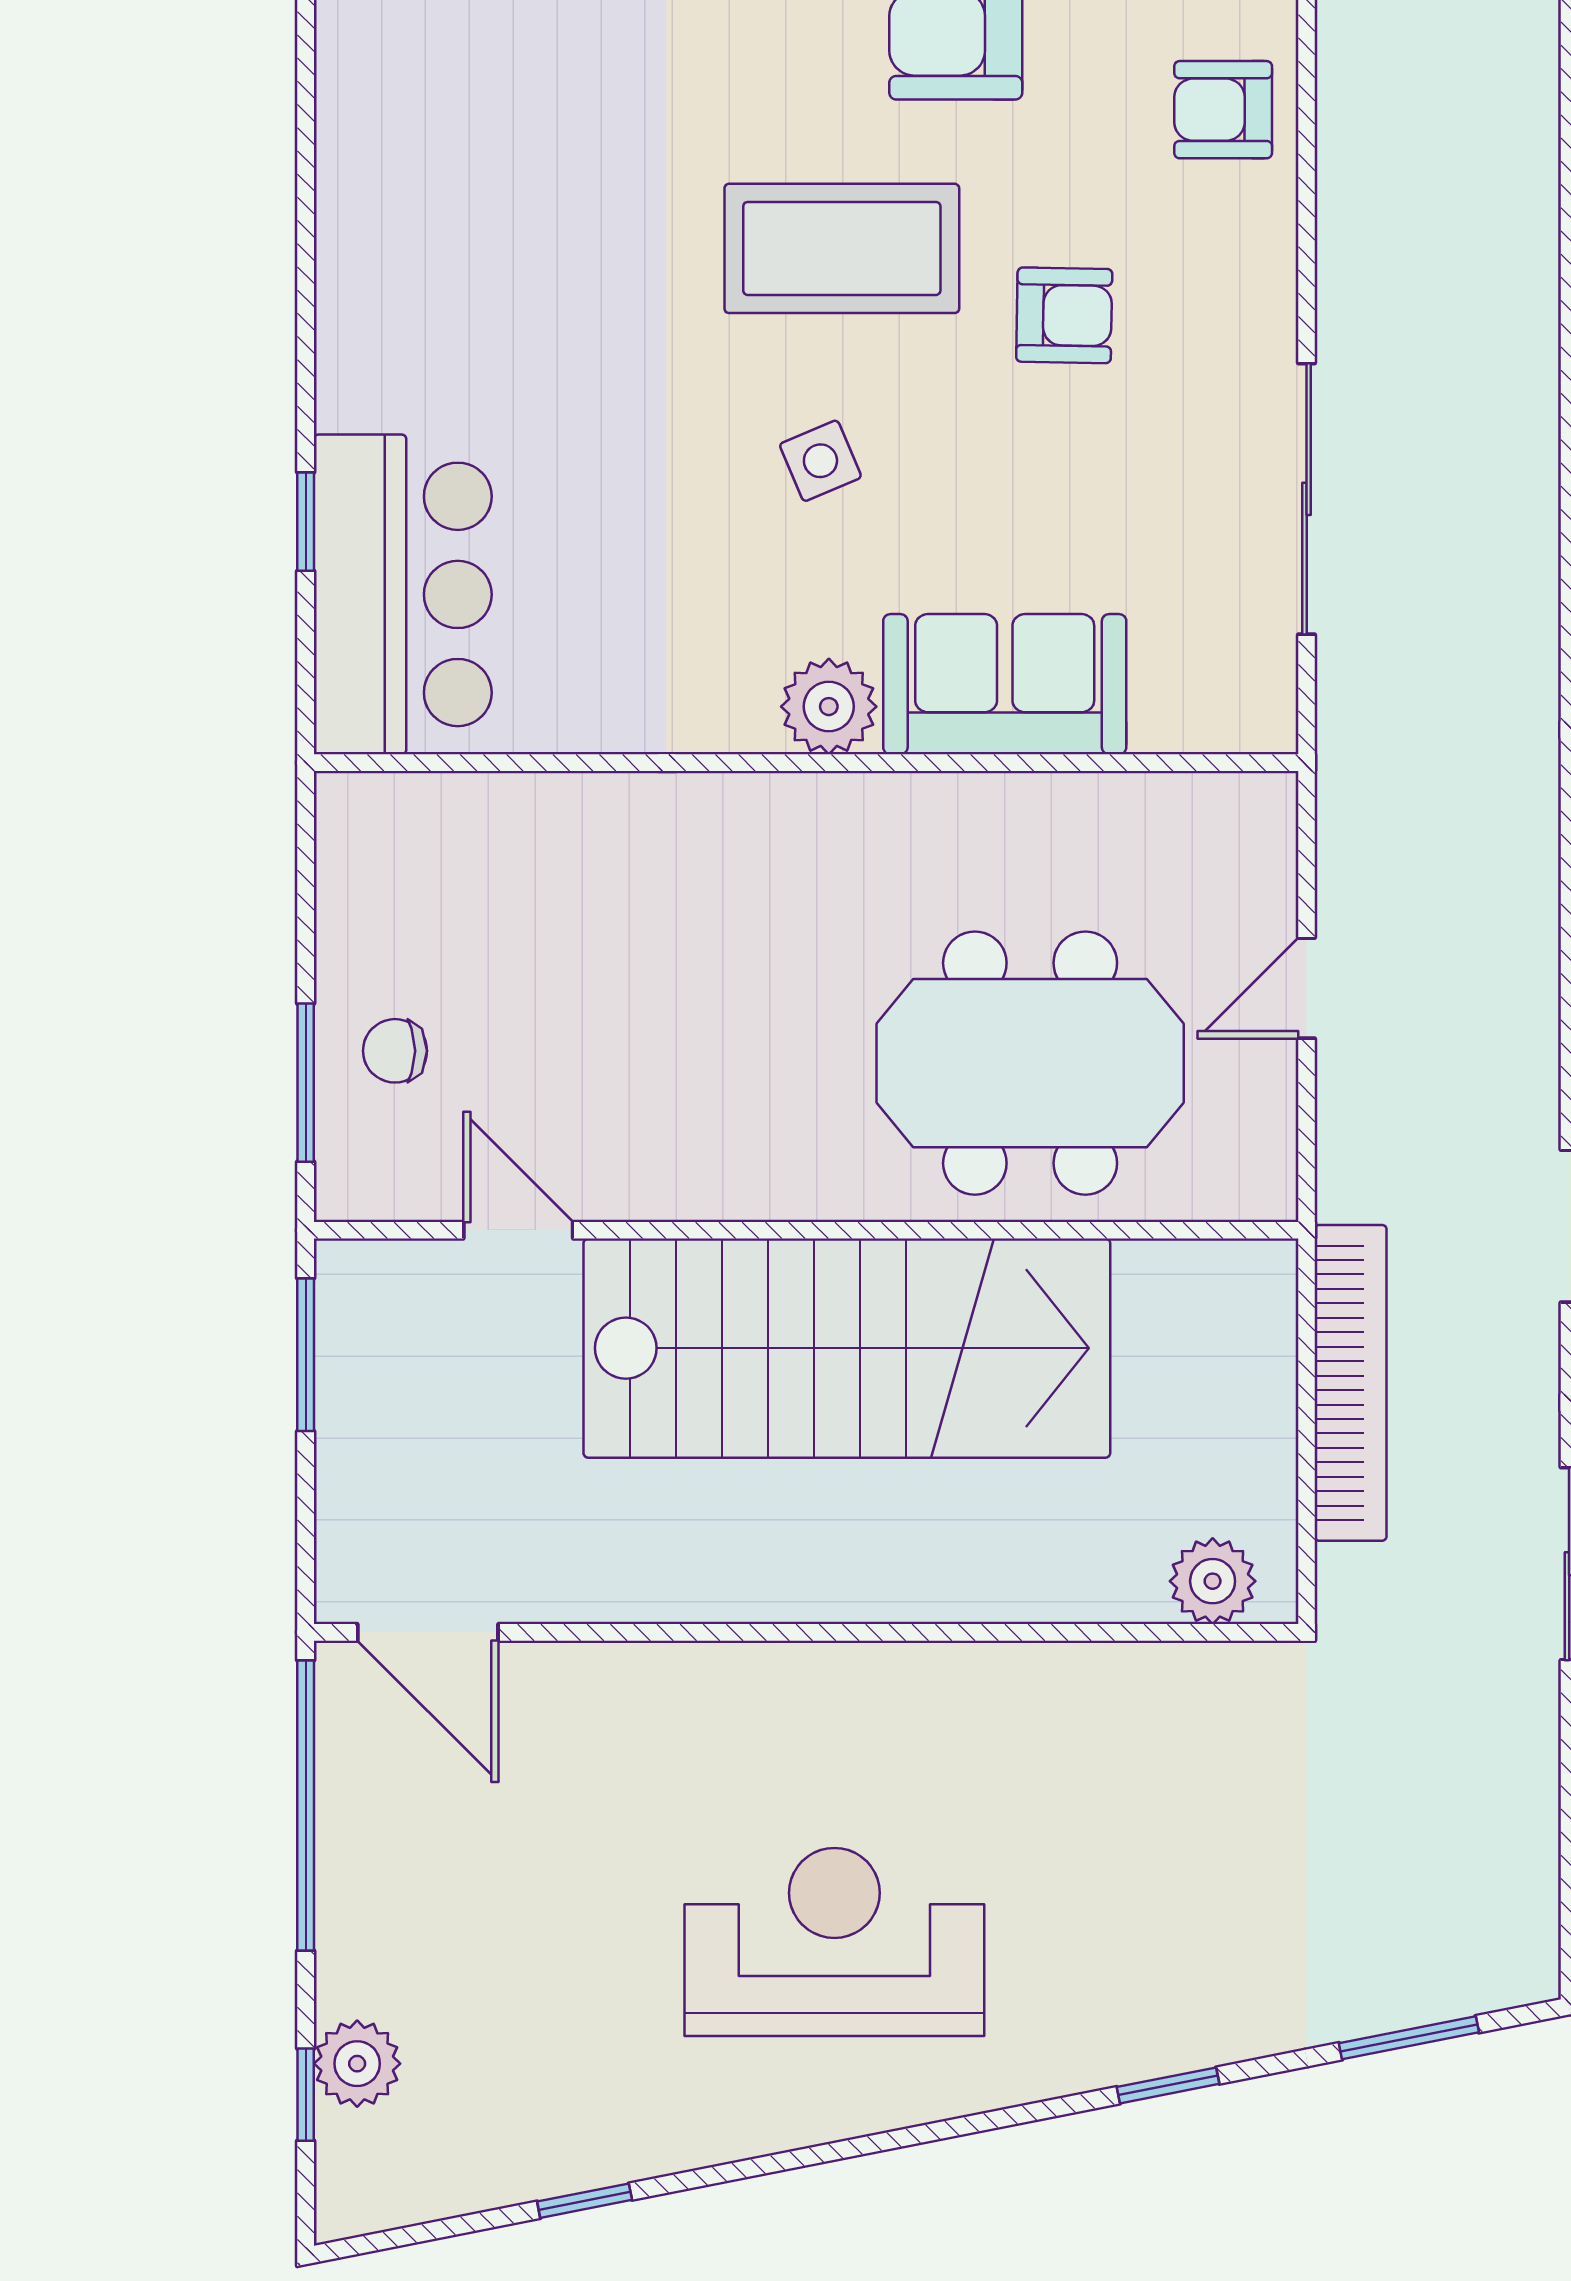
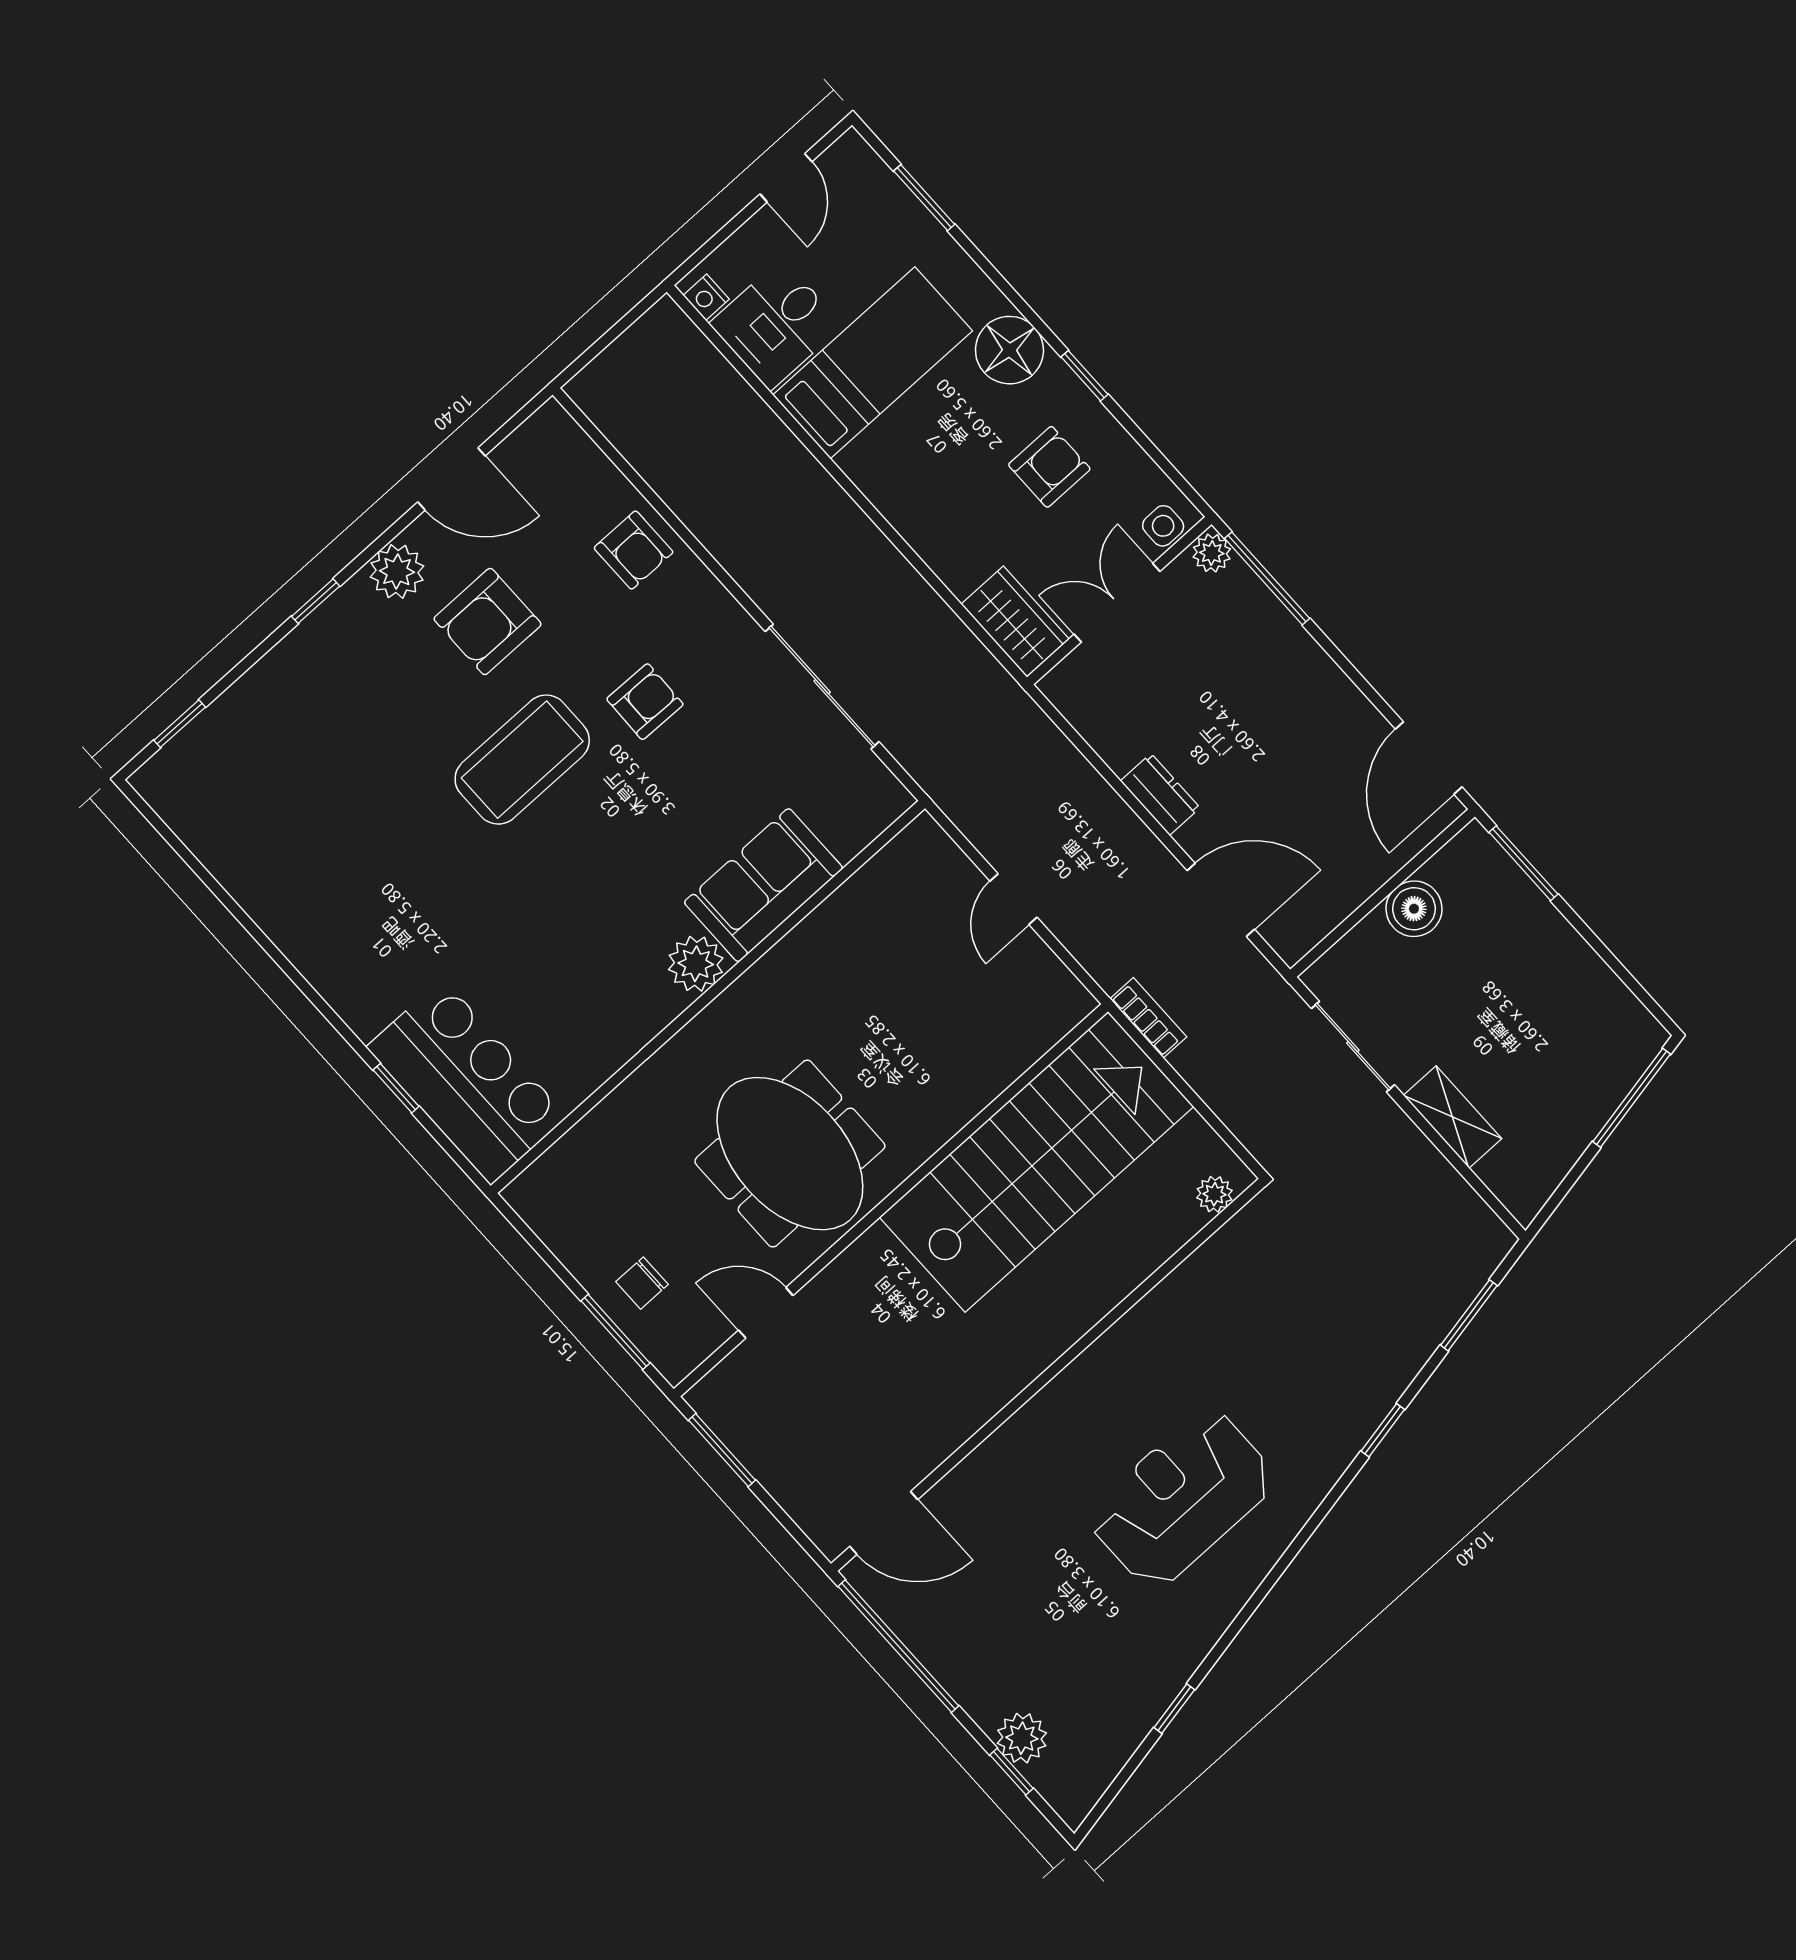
armchair: (1223, 110) -> (634, 550), turned -90
side table: (820, 461) -> (596, 860), removed
meeting table: (1030, 1063) -> (790, 1154), moved, turned 90
stairs: (847, 1348) -> (1036, 1162), moved
bookcase: (1351, 1383) -> (1148, 1018), width x0.43, depth x0.76
plant: (1213, 1581) -> (1214, 1194), width x0.73, depth x0.73

